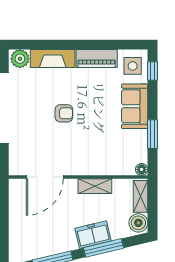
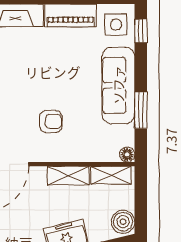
sofa: (135, 106) -> (118, 85), width x1.36
armchair: (64, 113) -> (51, 121), moved
shelving: (140, 196) -> (111, 175), moved, turned 90

